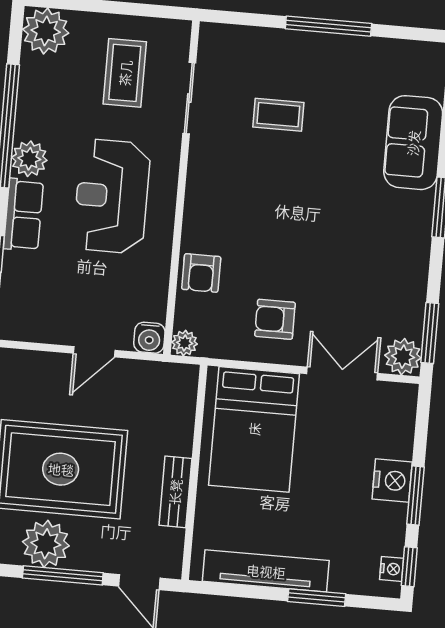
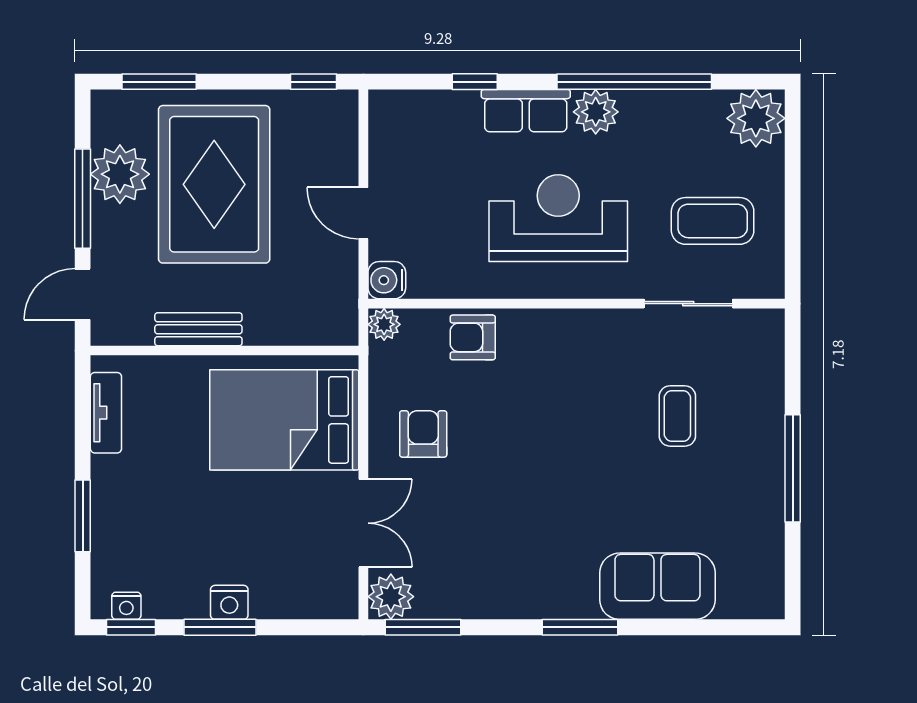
nightstand: (392, 481) -> (229, 602), width x0.74, depth x0.75
tv unit: (266, 571) -> (106, 413), width x0.52, depth x0.78

